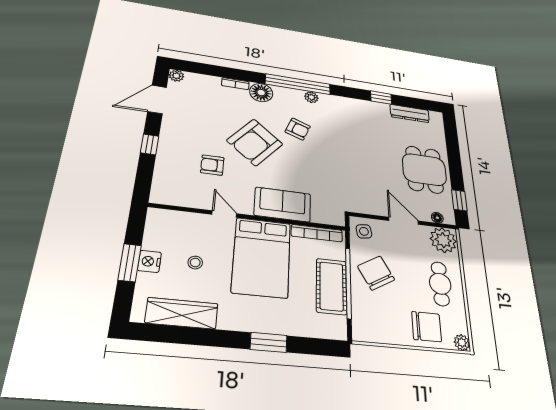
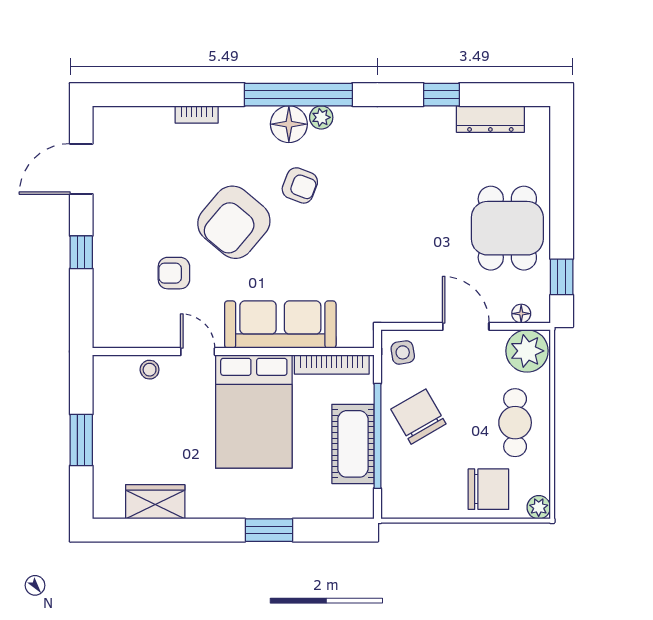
plant: (176, 76) -> (104, 117), removed
floor lamp: (261, 93) -> (289, 124), moved
sofa: (283, 205) -> (280, 325), width x1.36
nightstand: (149, 261) -> (106, 435), removed
stool: (195, 263) -> (150, 370), moved
wardrobe: (182, 313) -> (155, 502), width x0.67

